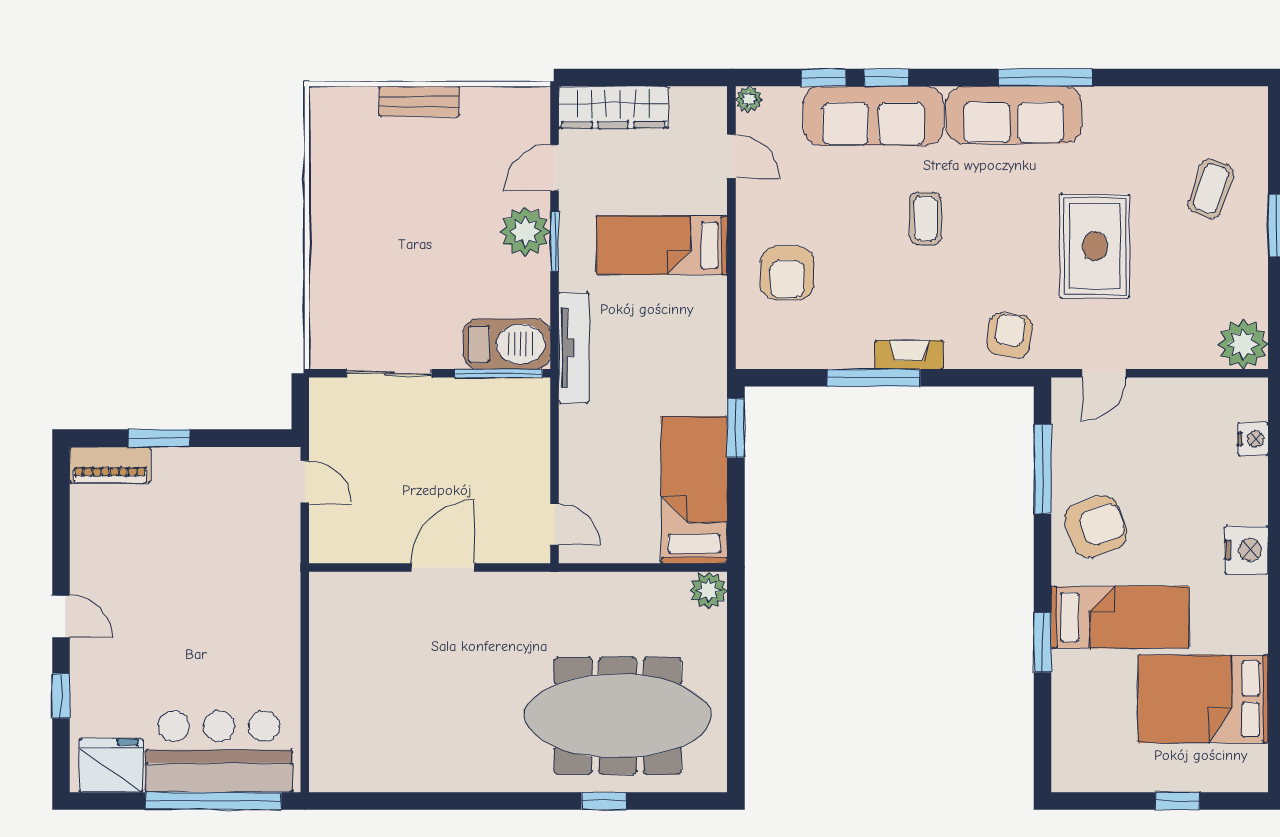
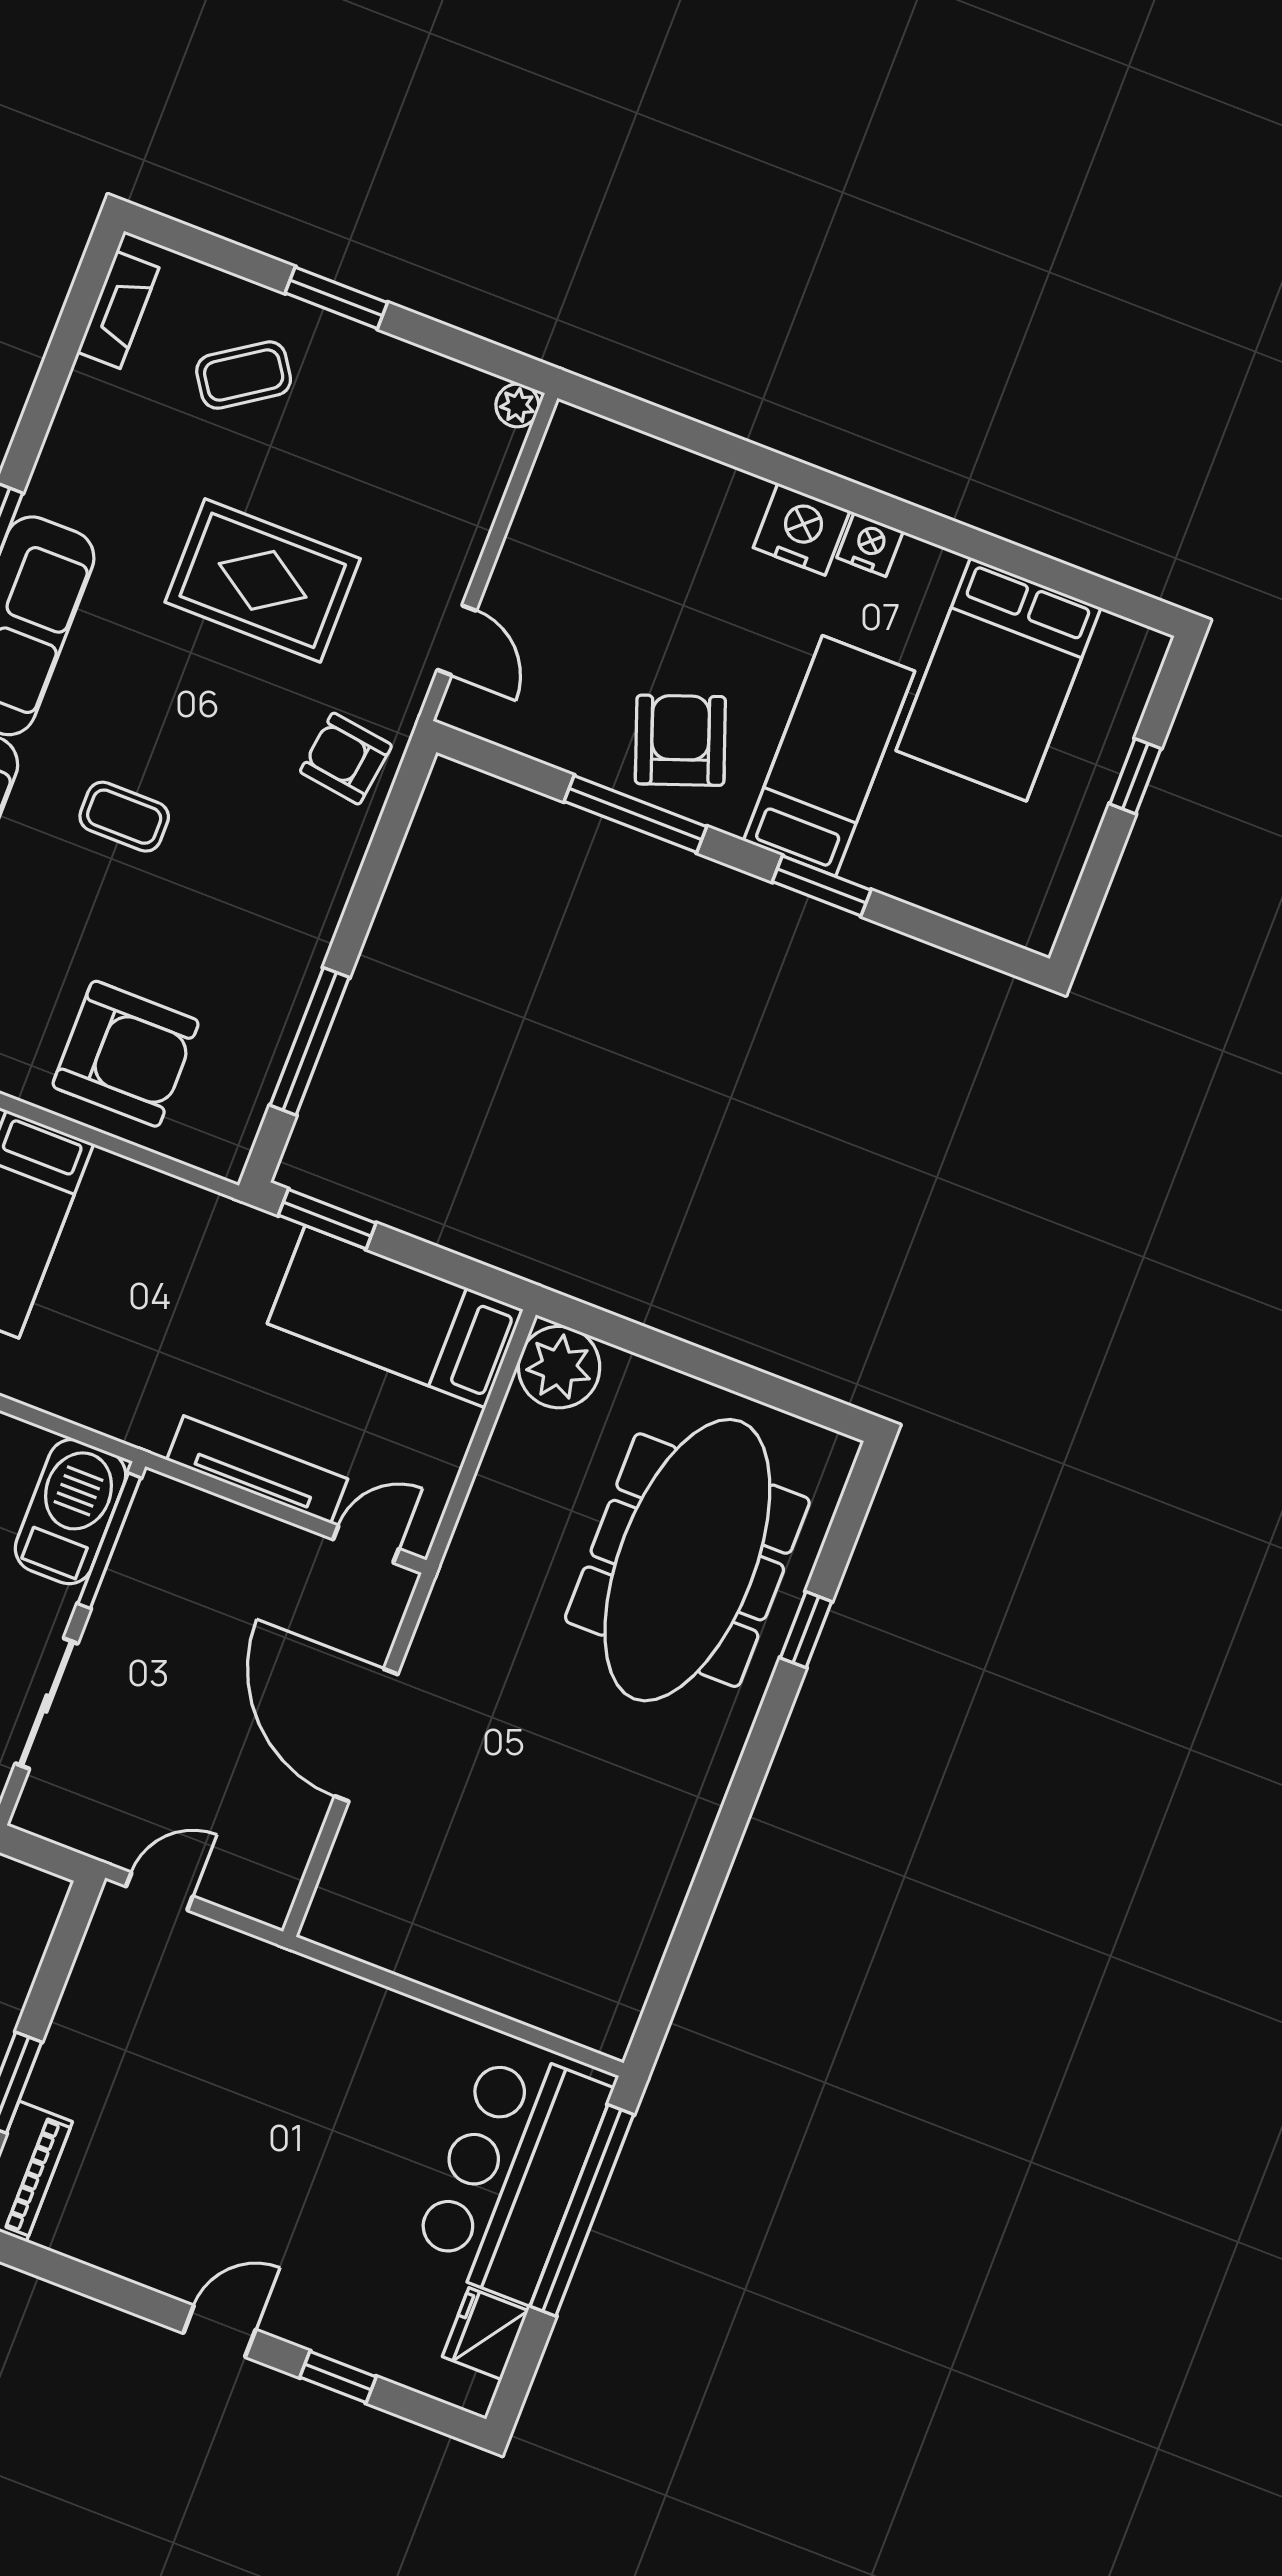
coffee table: (1211, 189) -> (244, 375), turned -53
armchair: (787, 273) -> (126, 1054), width x1.36, depth x1.36
plant: (1243, 344) -> (517, 405), width x0.53, depth x0.53
tv unit: (574, 348) -> (257, 1469), moved
fireplace: (909, 355) -> (118, 310), moved, turned 180
window: (874, 378) -> (310, 1041), moved
nightstand: (1253, 439) -> (870, 545), moved
window: (1042, 469) -> (635, 814), moved
door: (443, 568) -> (366, 1735), width x1.36
plant: (708, 590) -> (559, 1367), width x1.36, depth x1.36
fridge: (111, 765) -> (485, 2334), width x0.73, depth x0.75

